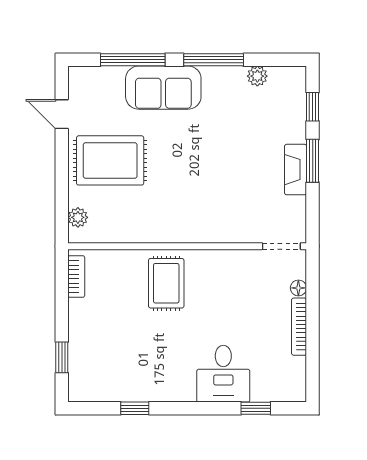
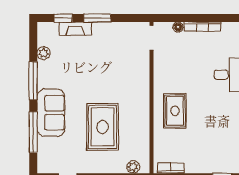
rug: (110, 160) -> (103, 127), moved
fireplace: (296, 170) -> (75, 29), moved
rug: (166, 283) -> (175, 111), turned 90

